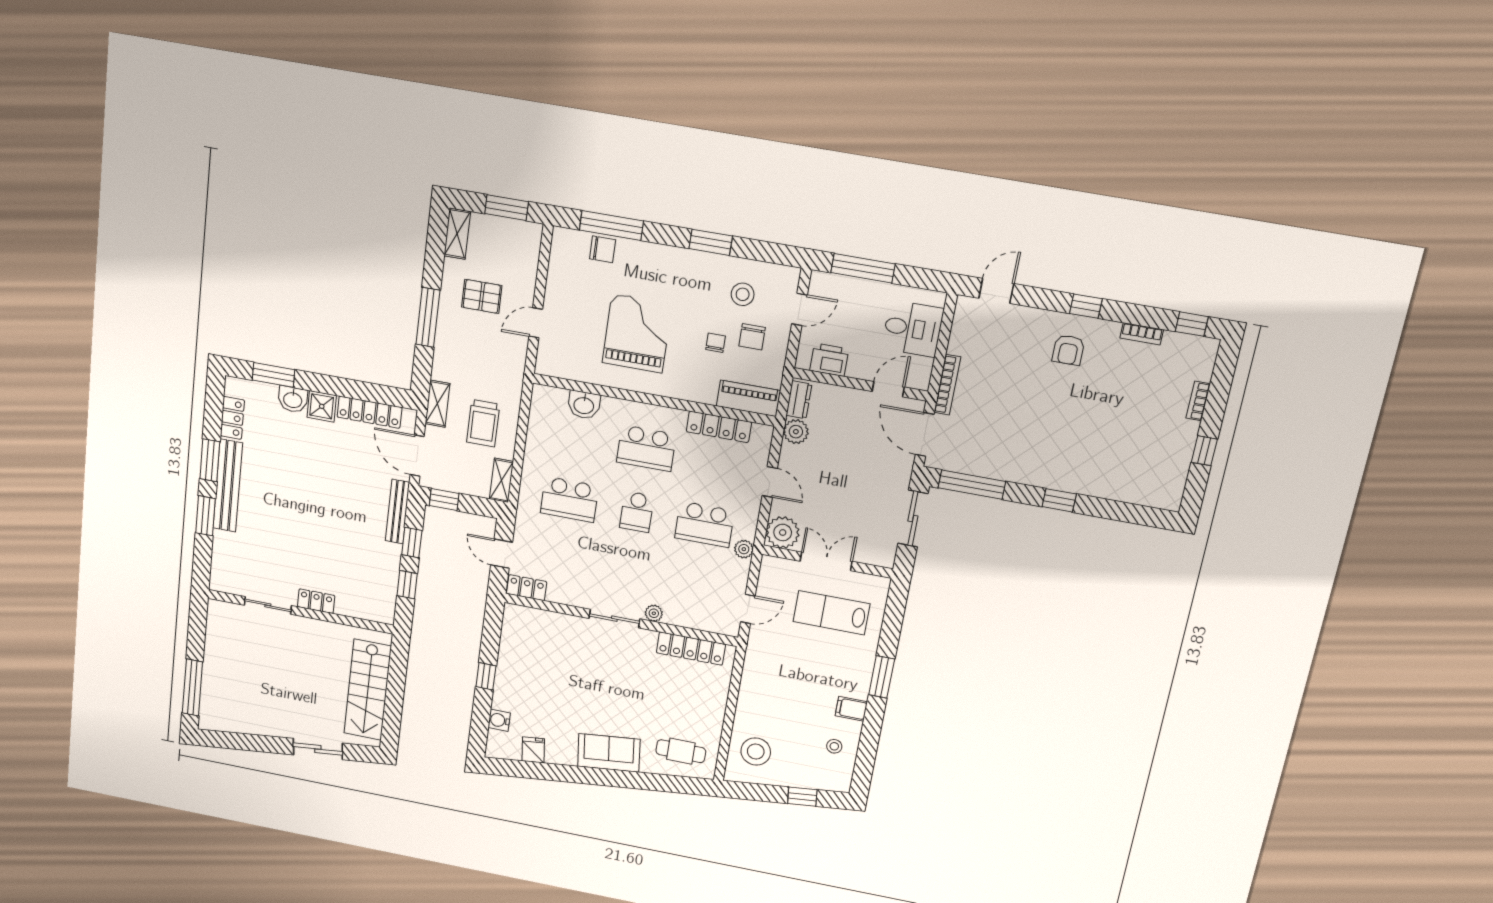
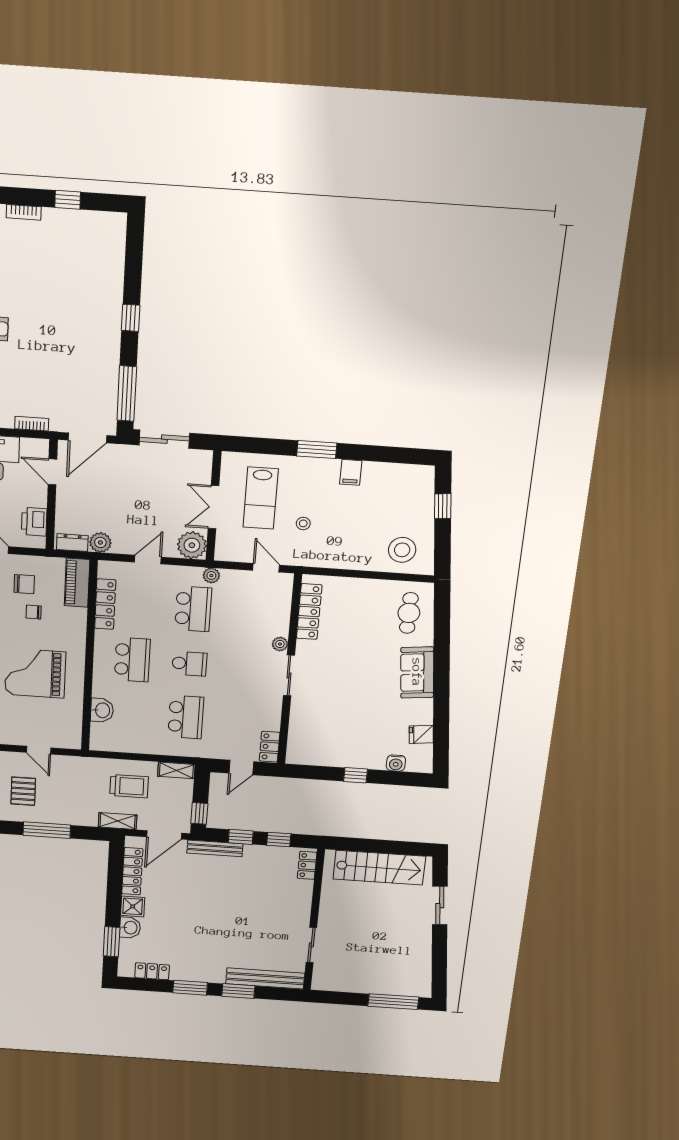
bookcase: (947, 385) -> (32, 424), width x0.64
bench: (228, 486) -> (265, 978), moved
locker: (316, 601) -> (307, 865), moved
stool: (834, 746) -> (303, 523), moved

